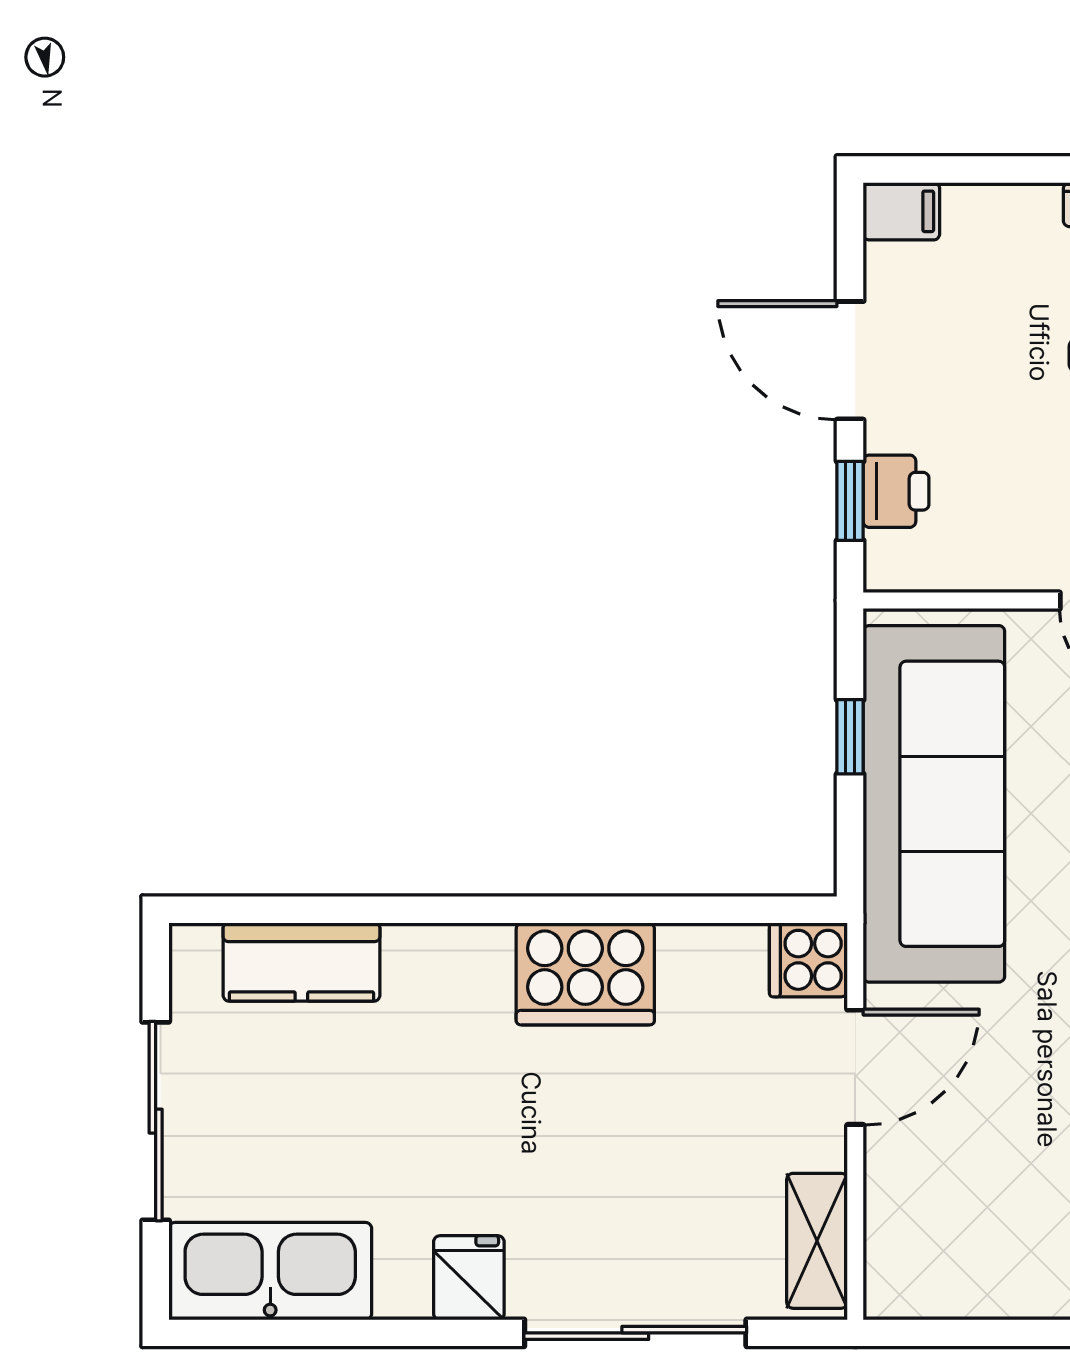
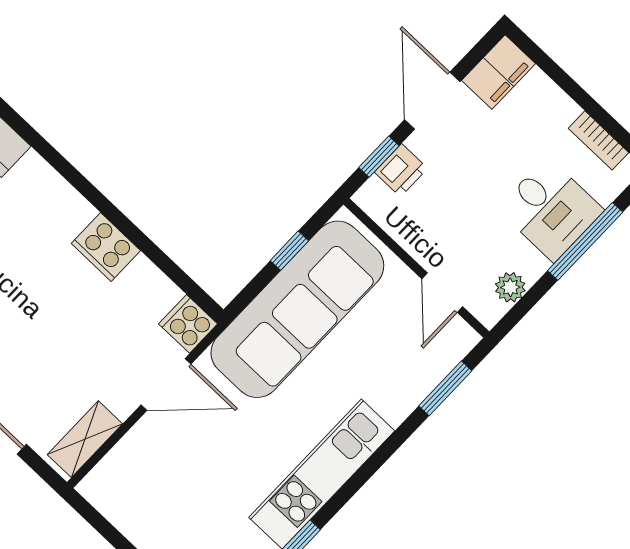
filing cabinet: (901, 211) -> (499, 72), width x2.00
cooker: (585, 974) -> (106, 247), width x0.73, depth x0.76

